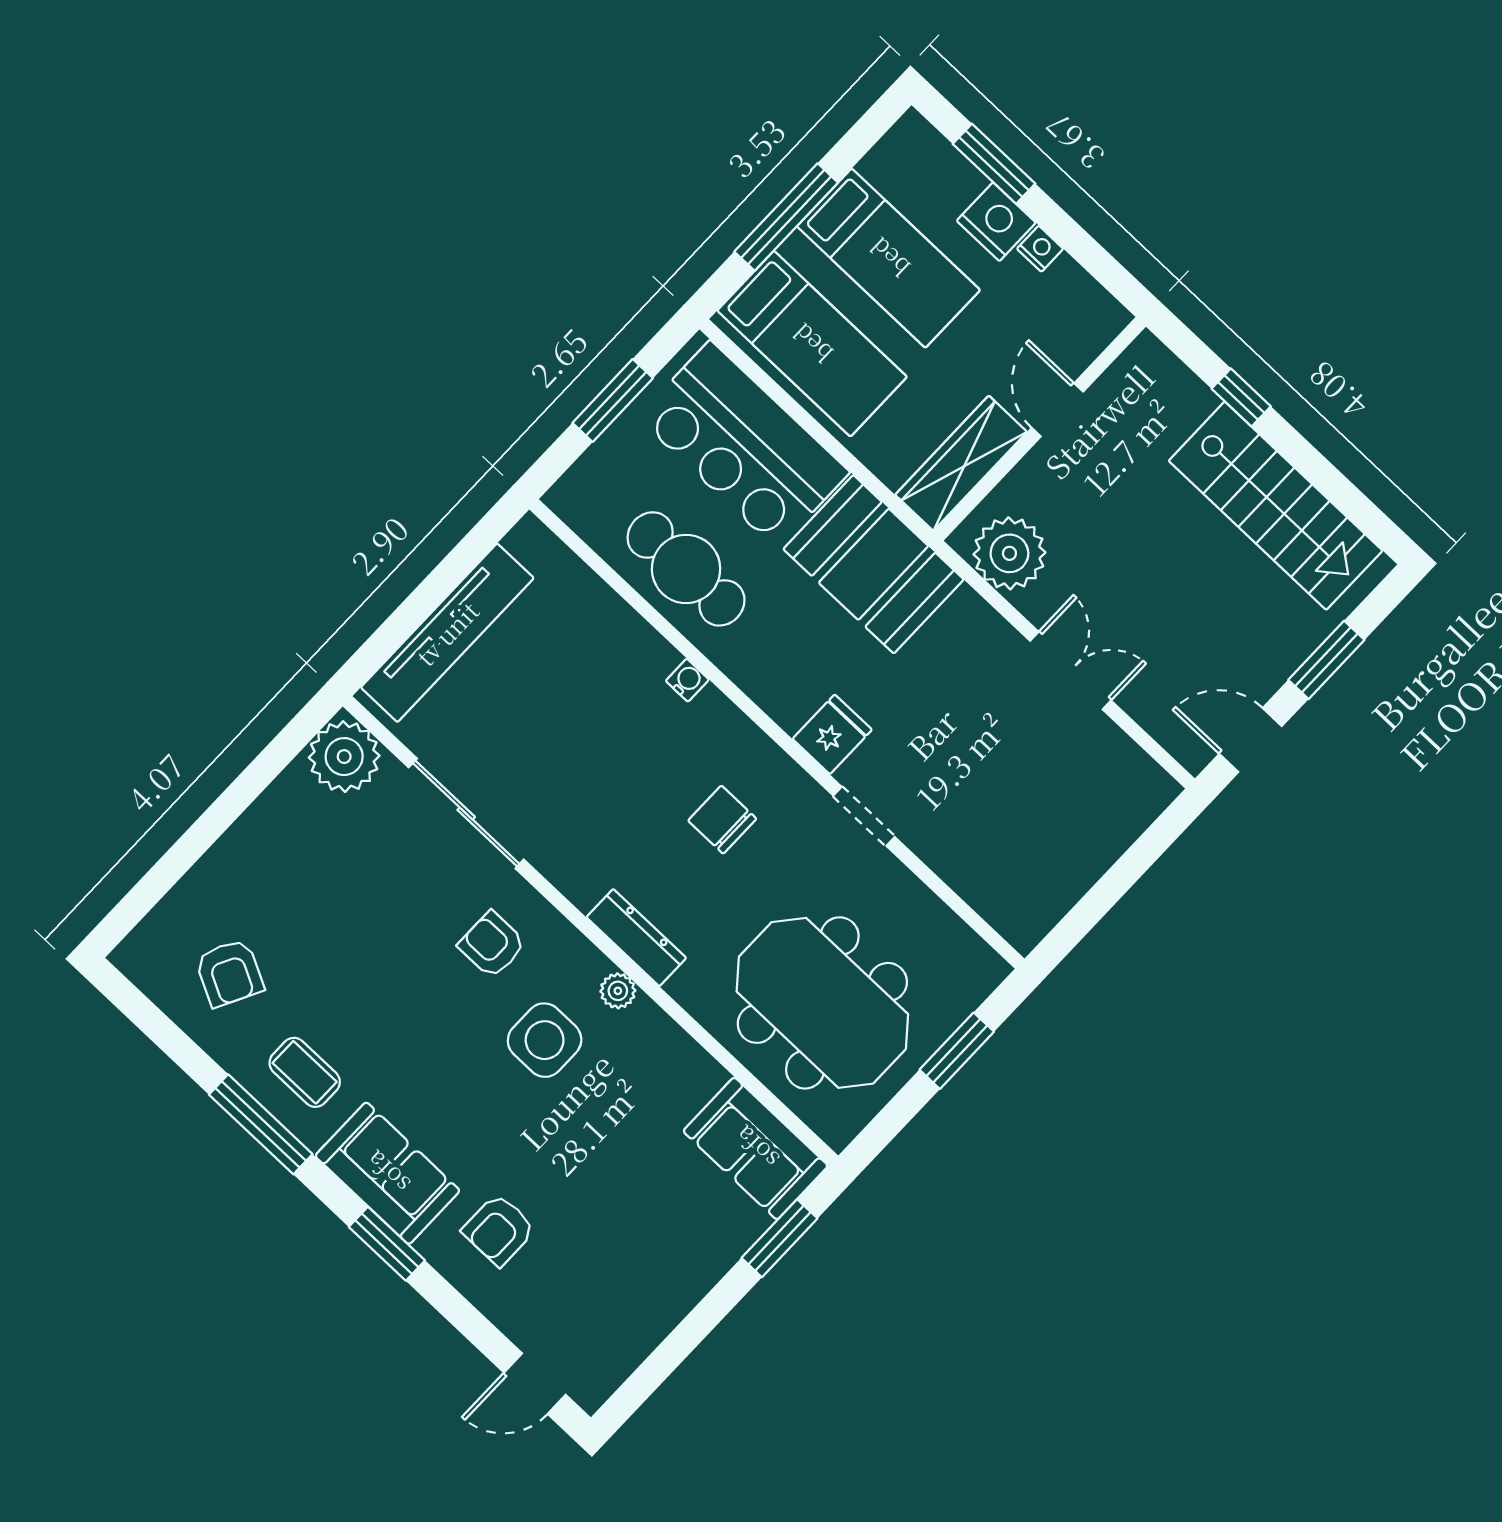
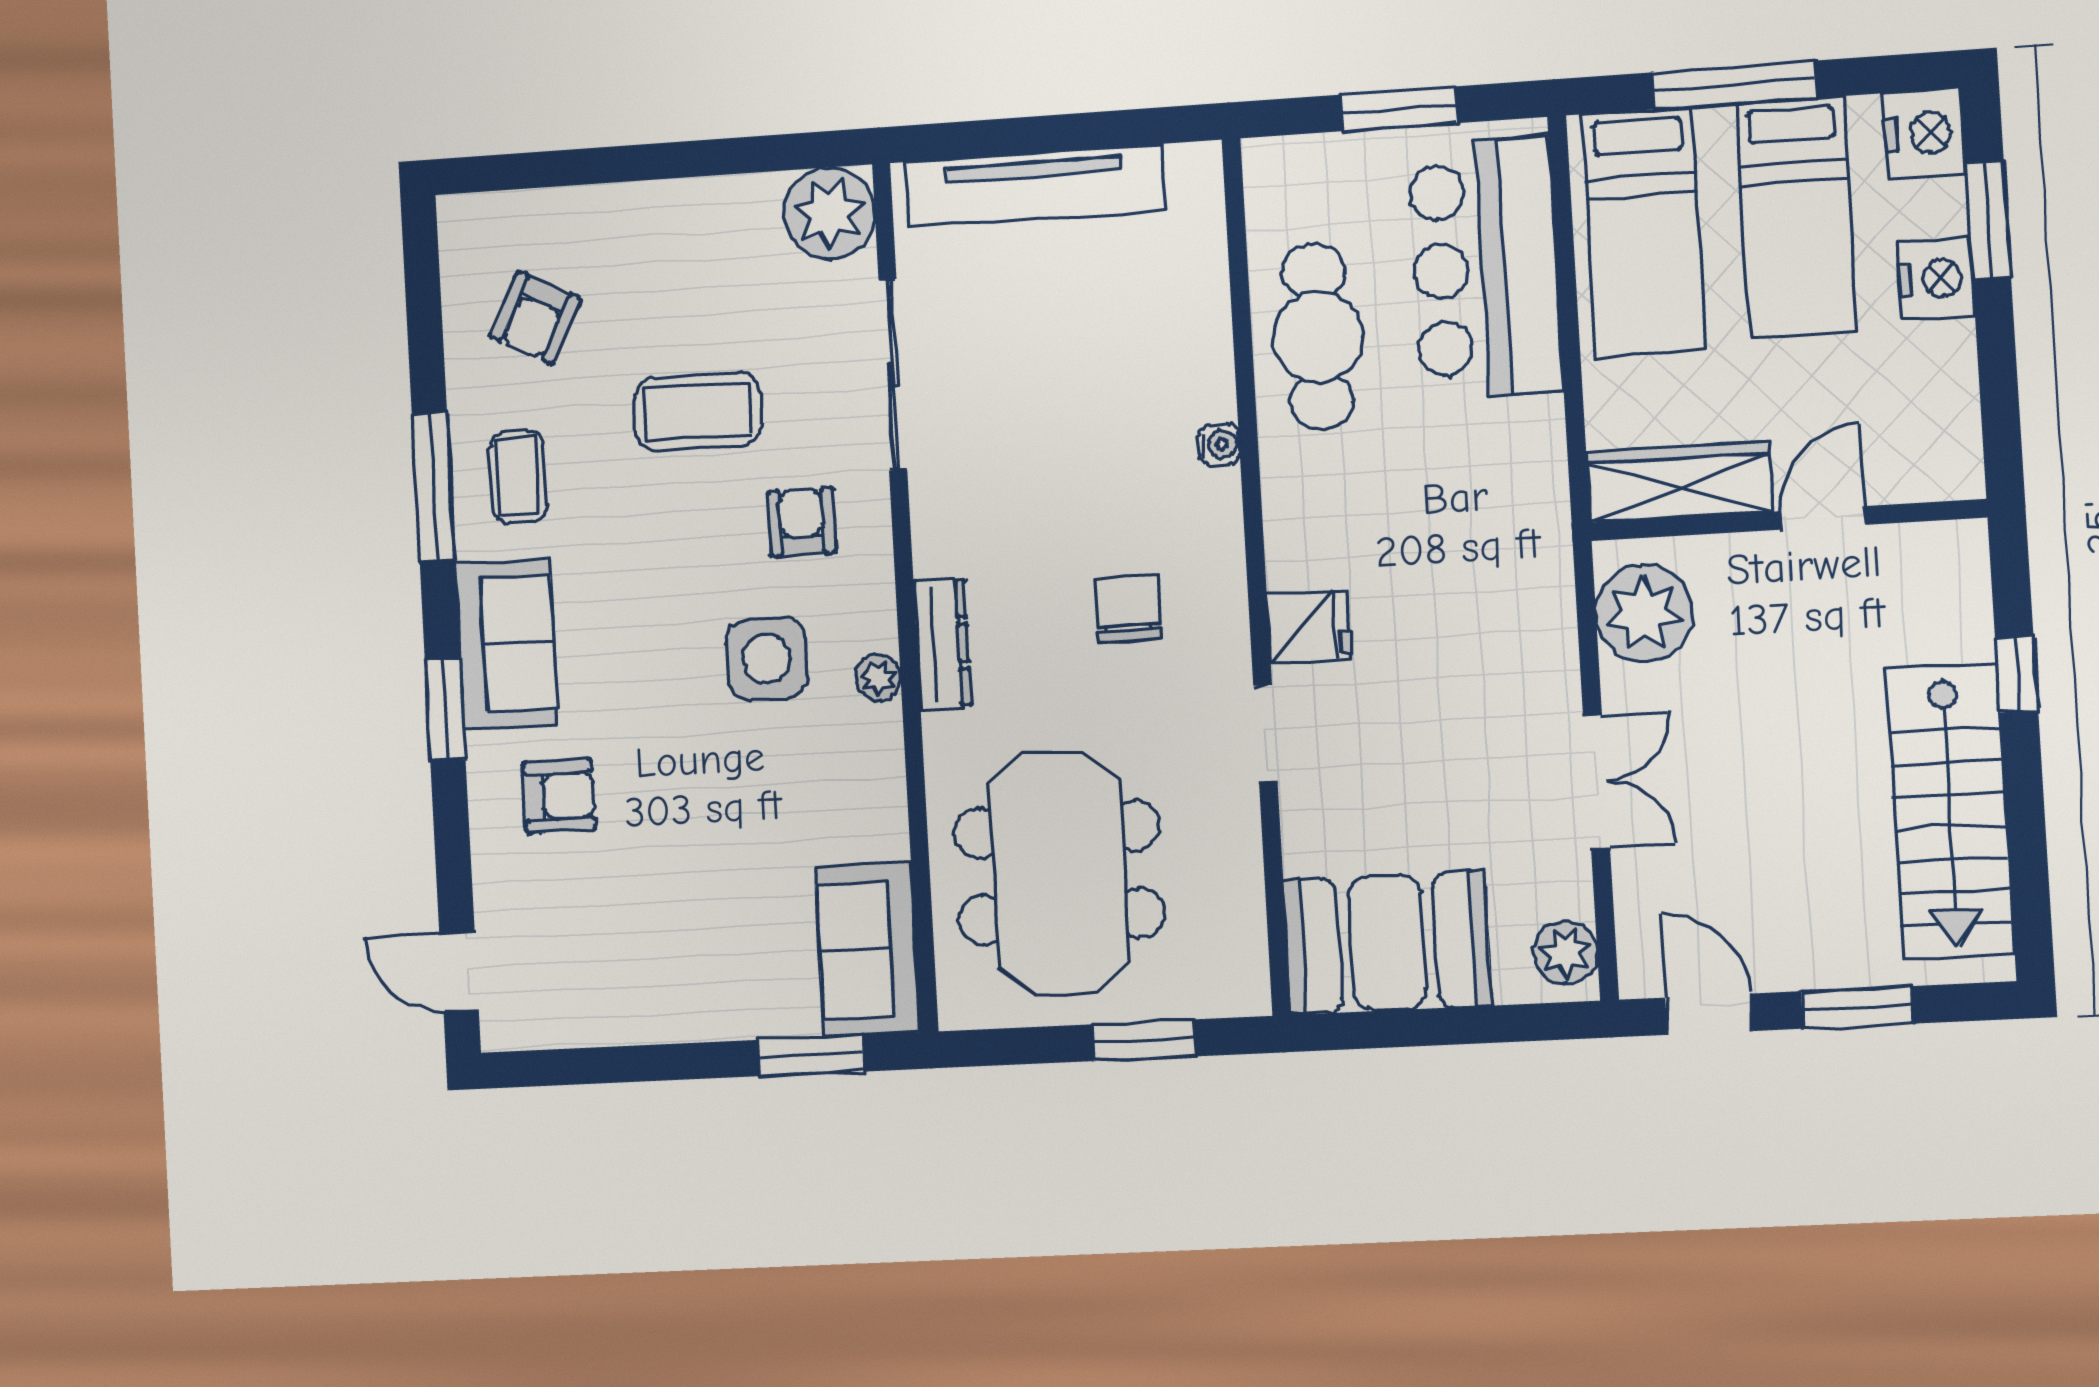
nightstand: (1040, 249) -> (1924, 133), moved, width x1.89, depth x1.79
booth: (874, 564) -> (1387, 943), moved, turned 90
plant: (1142, 780) -> (1565, 953), added
coffee table: (374, 938) -> (698, 412), added
armchair: (499, 1230) -> (559, 796), turned 180

